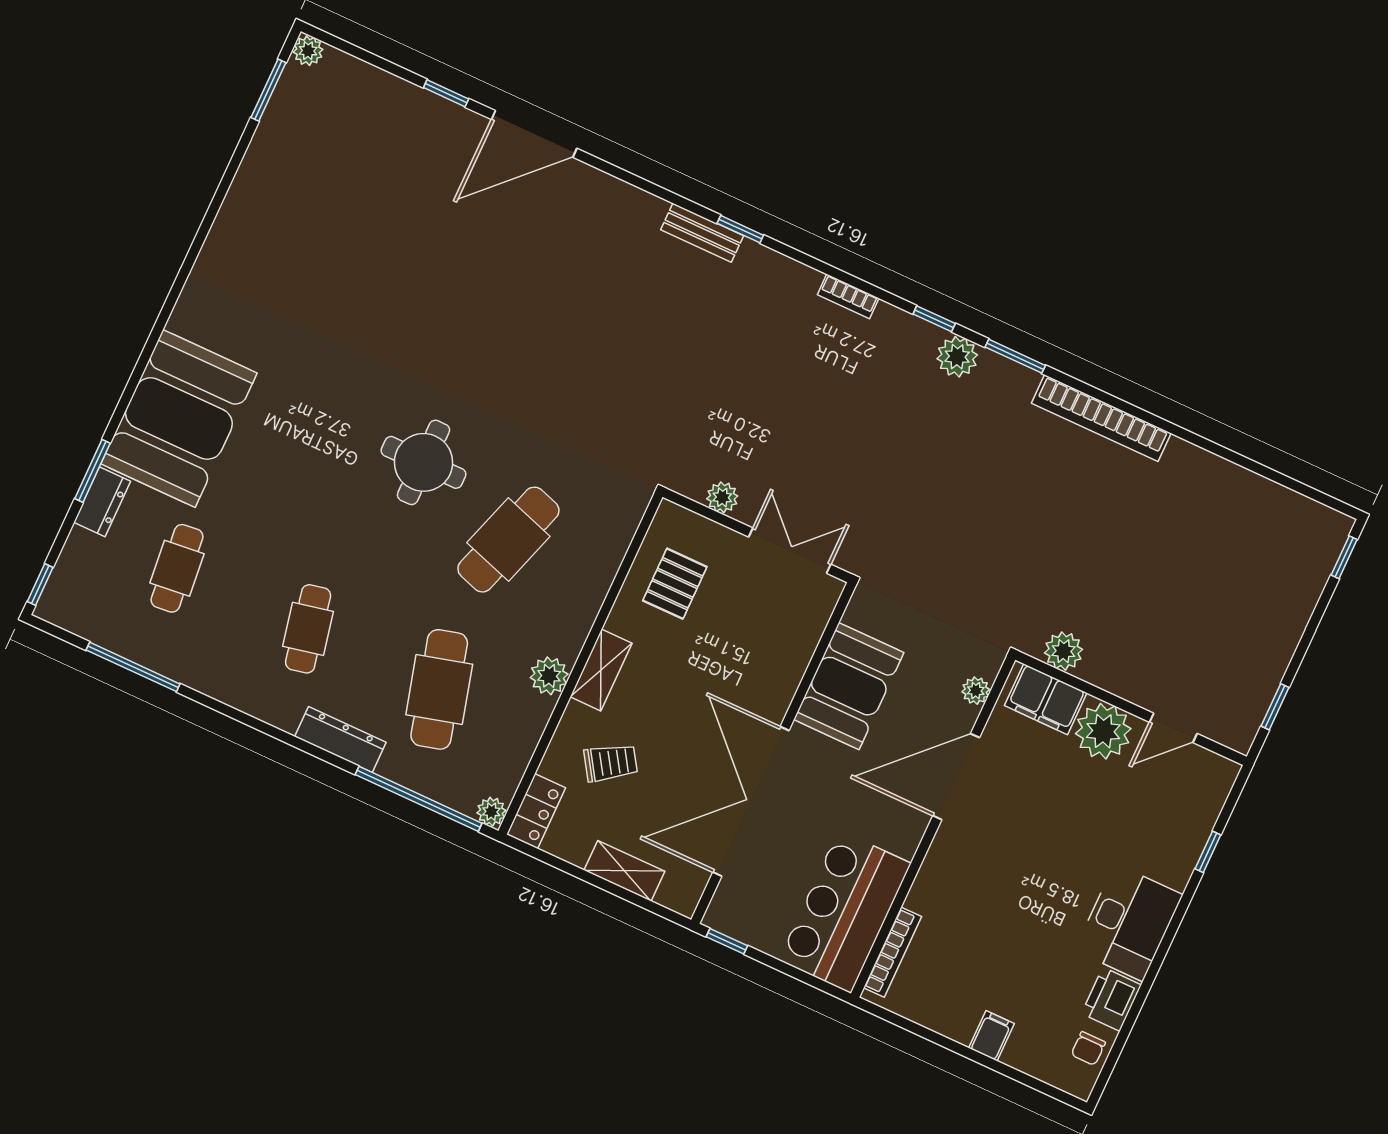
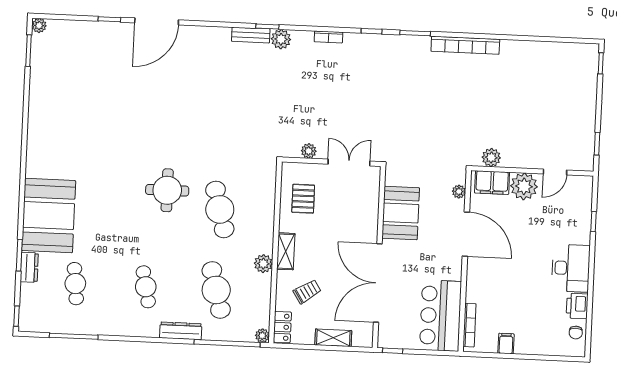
plant: (957, 357) -> (281, 39), moved
cafe table: (508, 540) -> (220, 209), turned -33
door: (956, 777) -> (466, 234), swing flipped
filing cabinet: (991, 1036) -> (506, 344), moved

